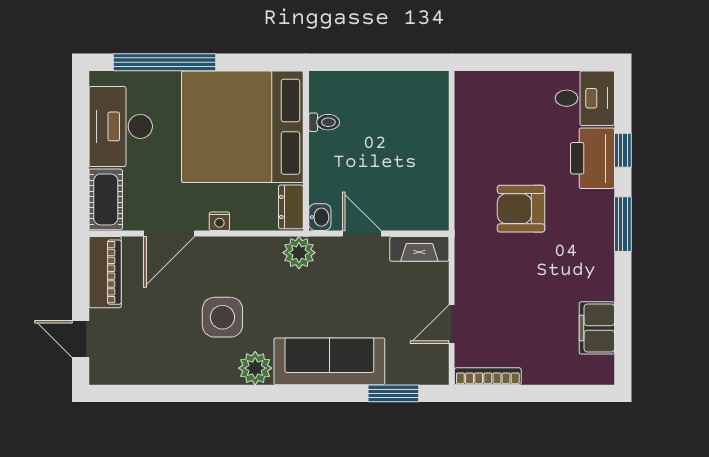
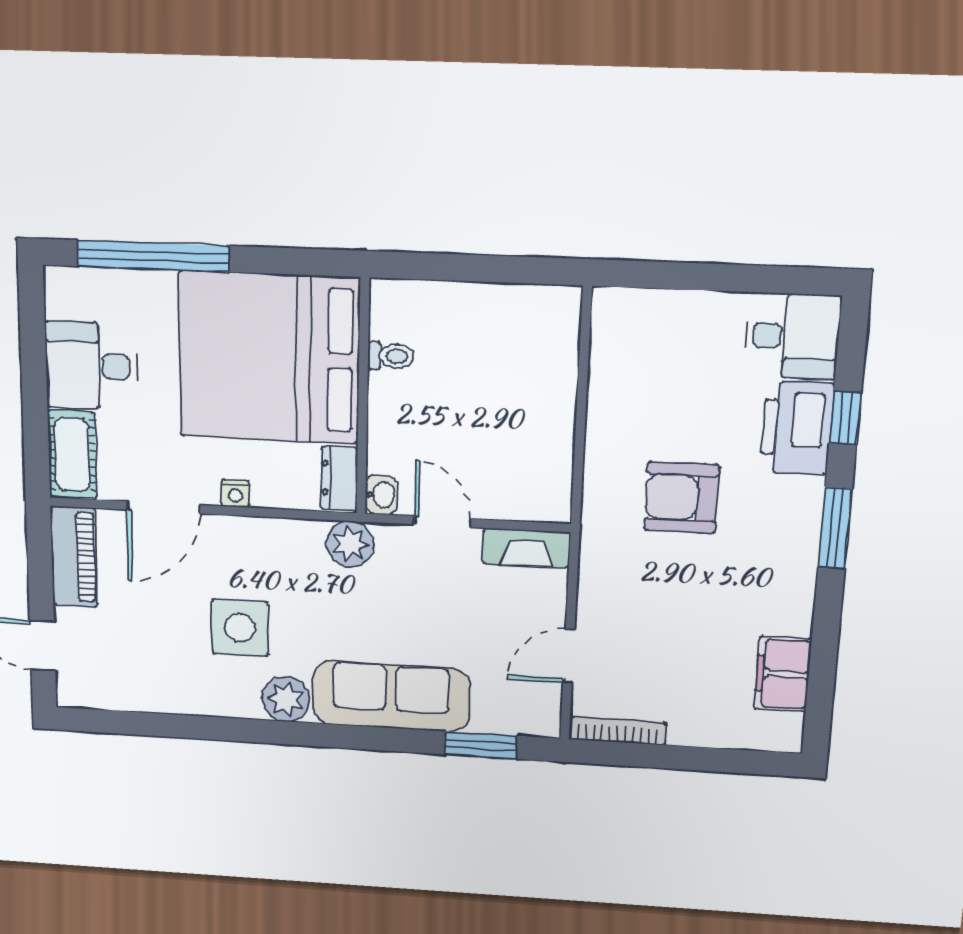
desk: (121, 126) -> (91, 366), width x0.73

